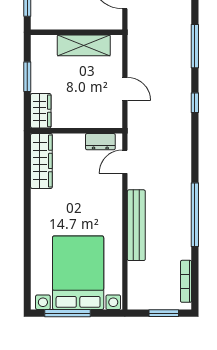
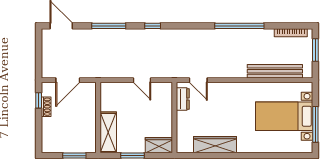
shelving: (84, 45) -> (108, 132), moved
door: (125, 89) -> (142, 80), swing flipped
wardrobe: (41, 161) -> (215, 145), moved
bench: (136, 225) -> (275, 71), moved
bed with nightstands: (78, 273) -> (284, 116), width x0.73

